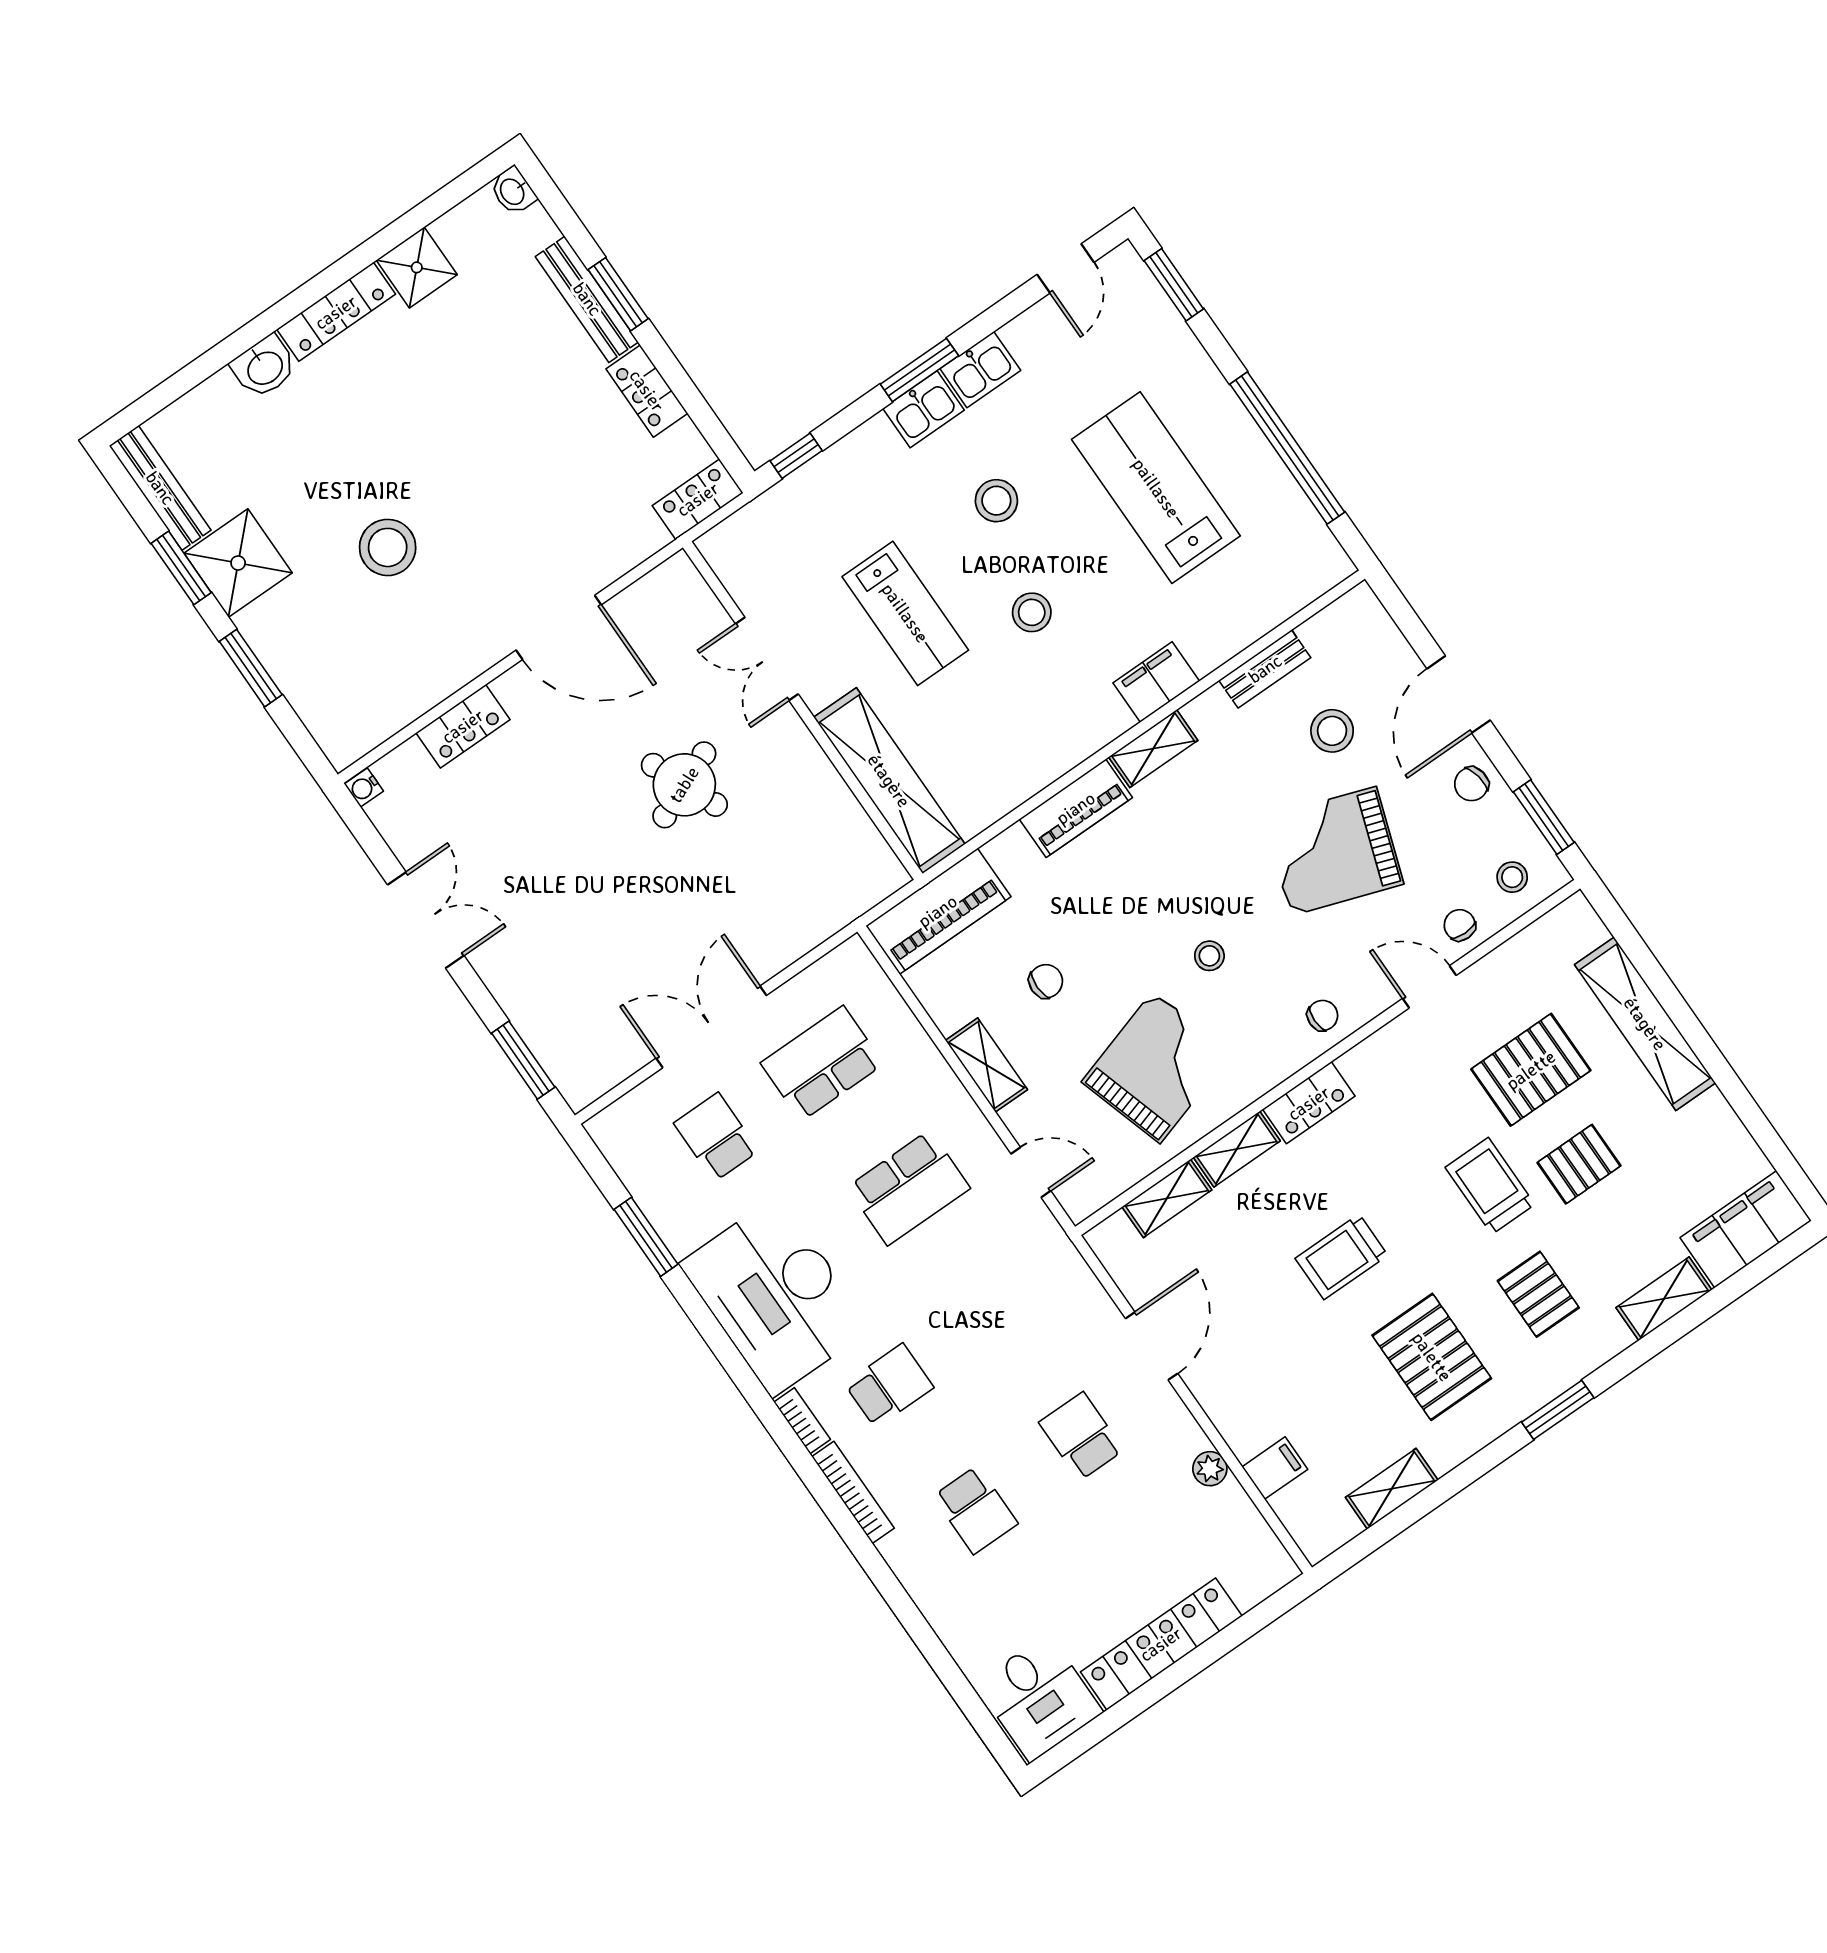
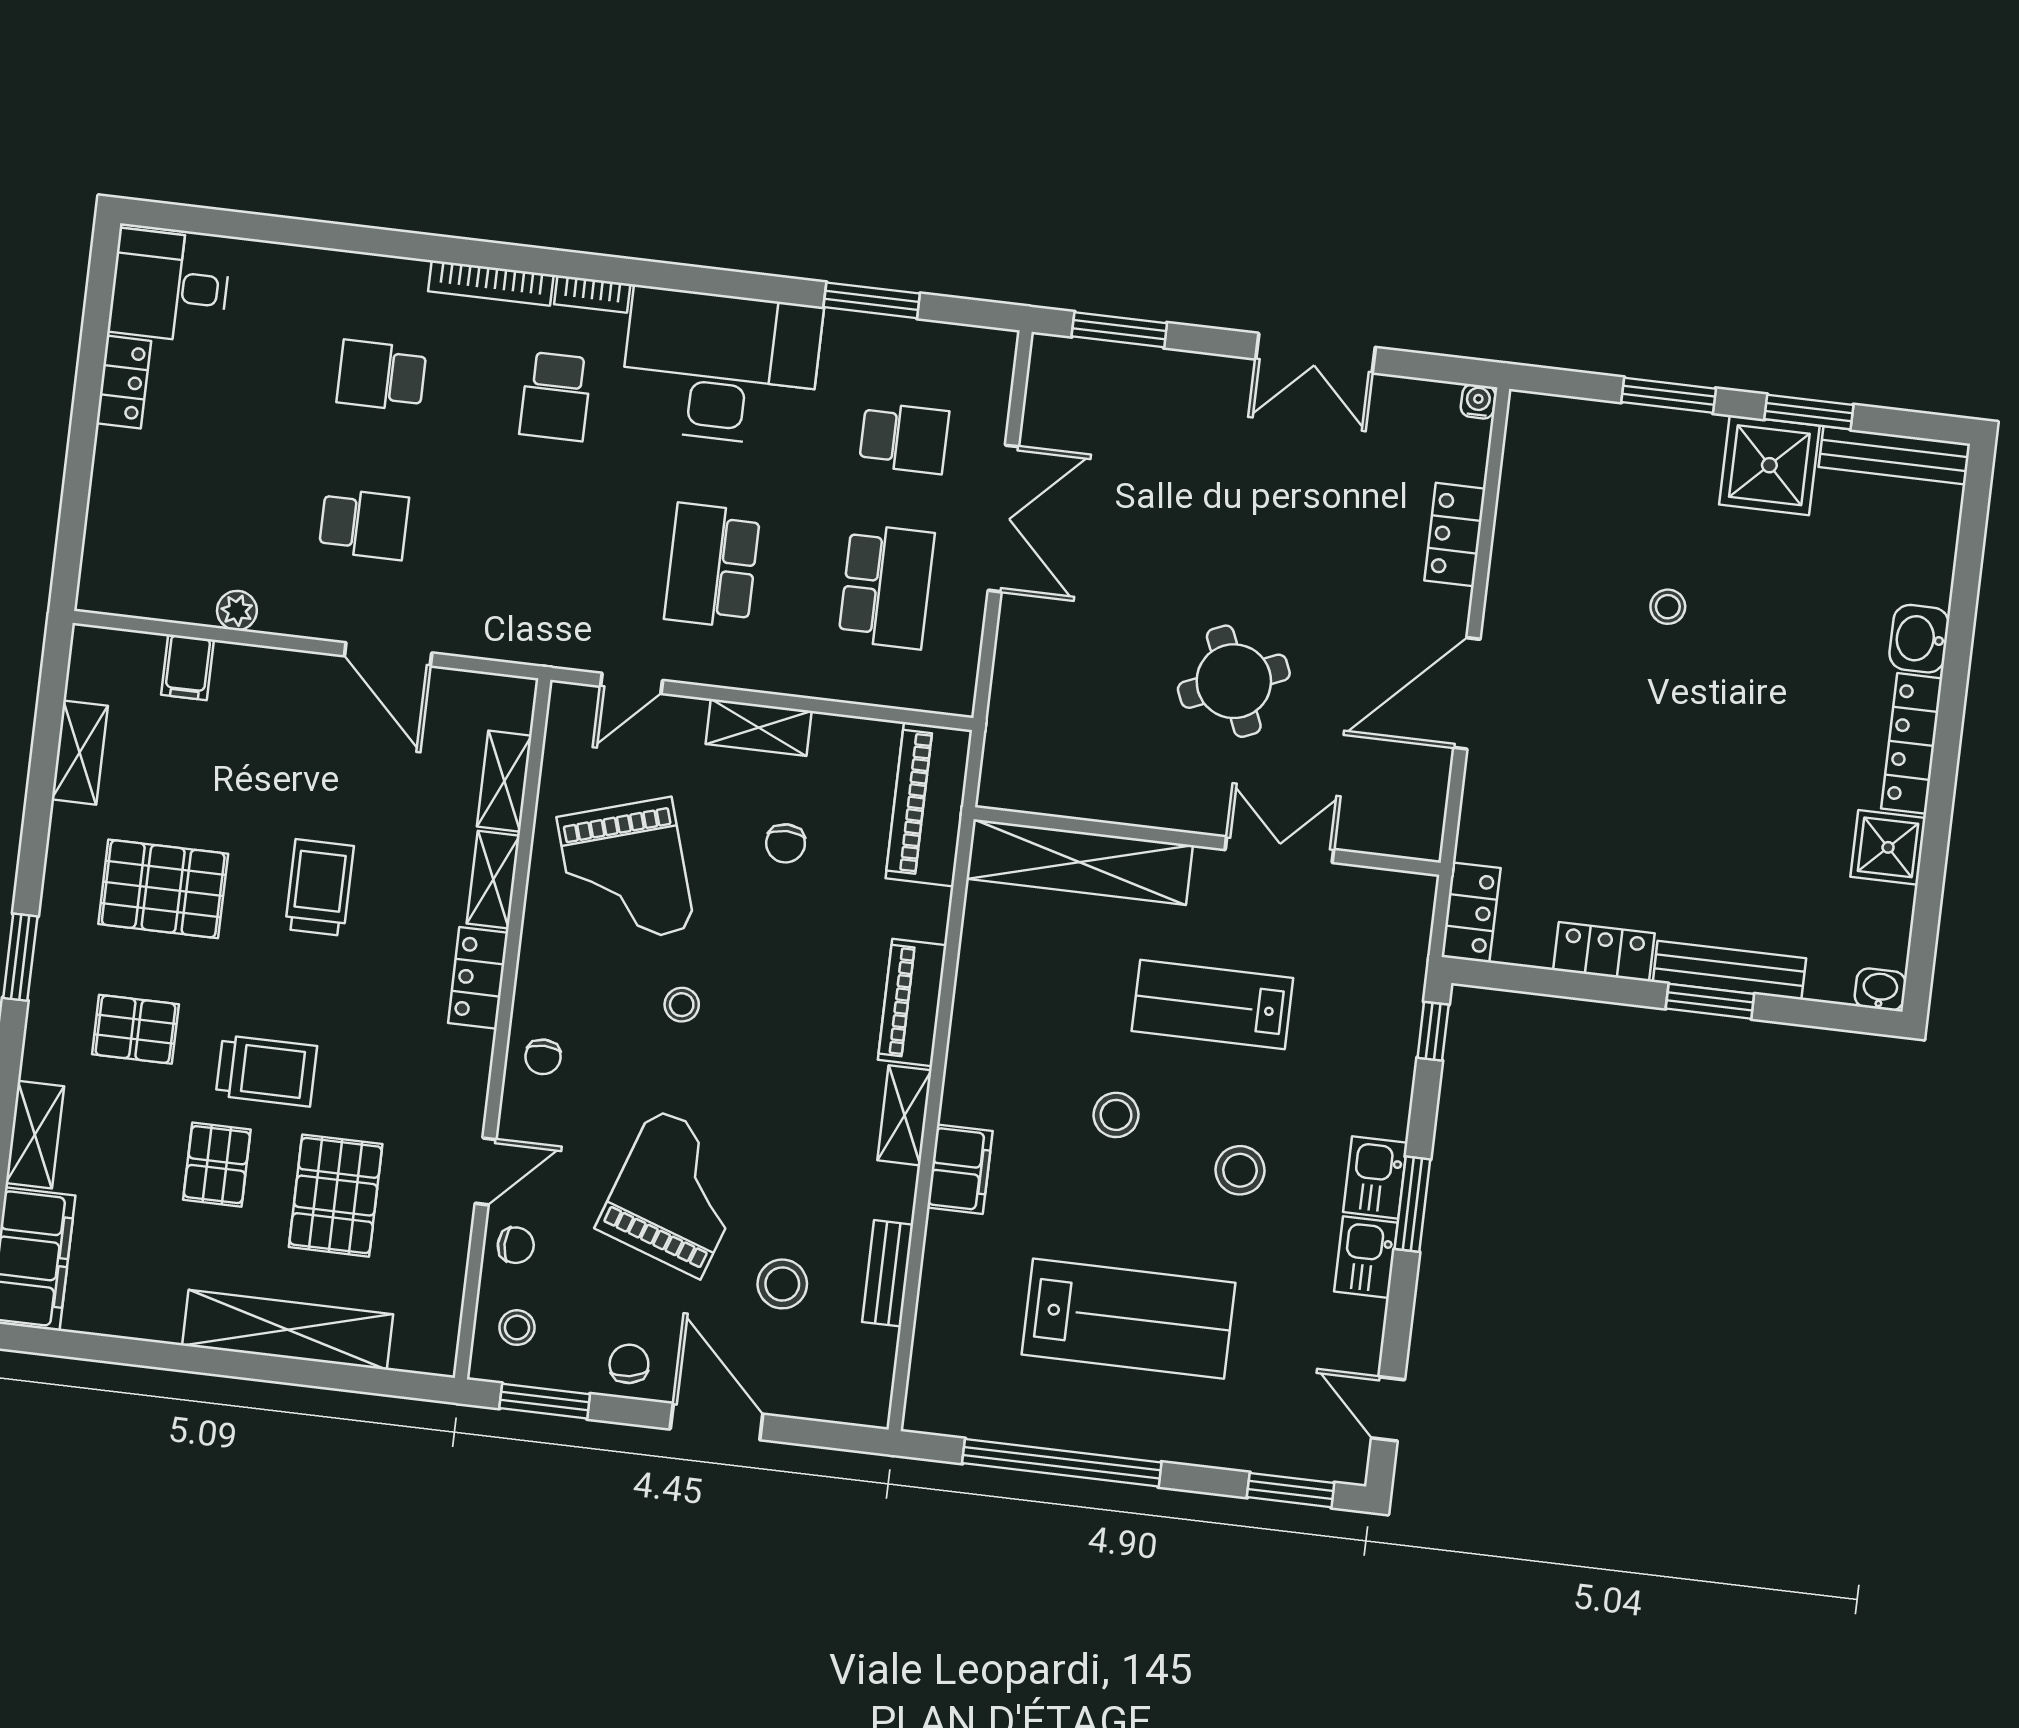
stool: (388, 547) -> (1668, 607), width x0.53, depth x0.53
locker: (1161, 1644) -> (124, 382), width x0.46, depth x0.83

